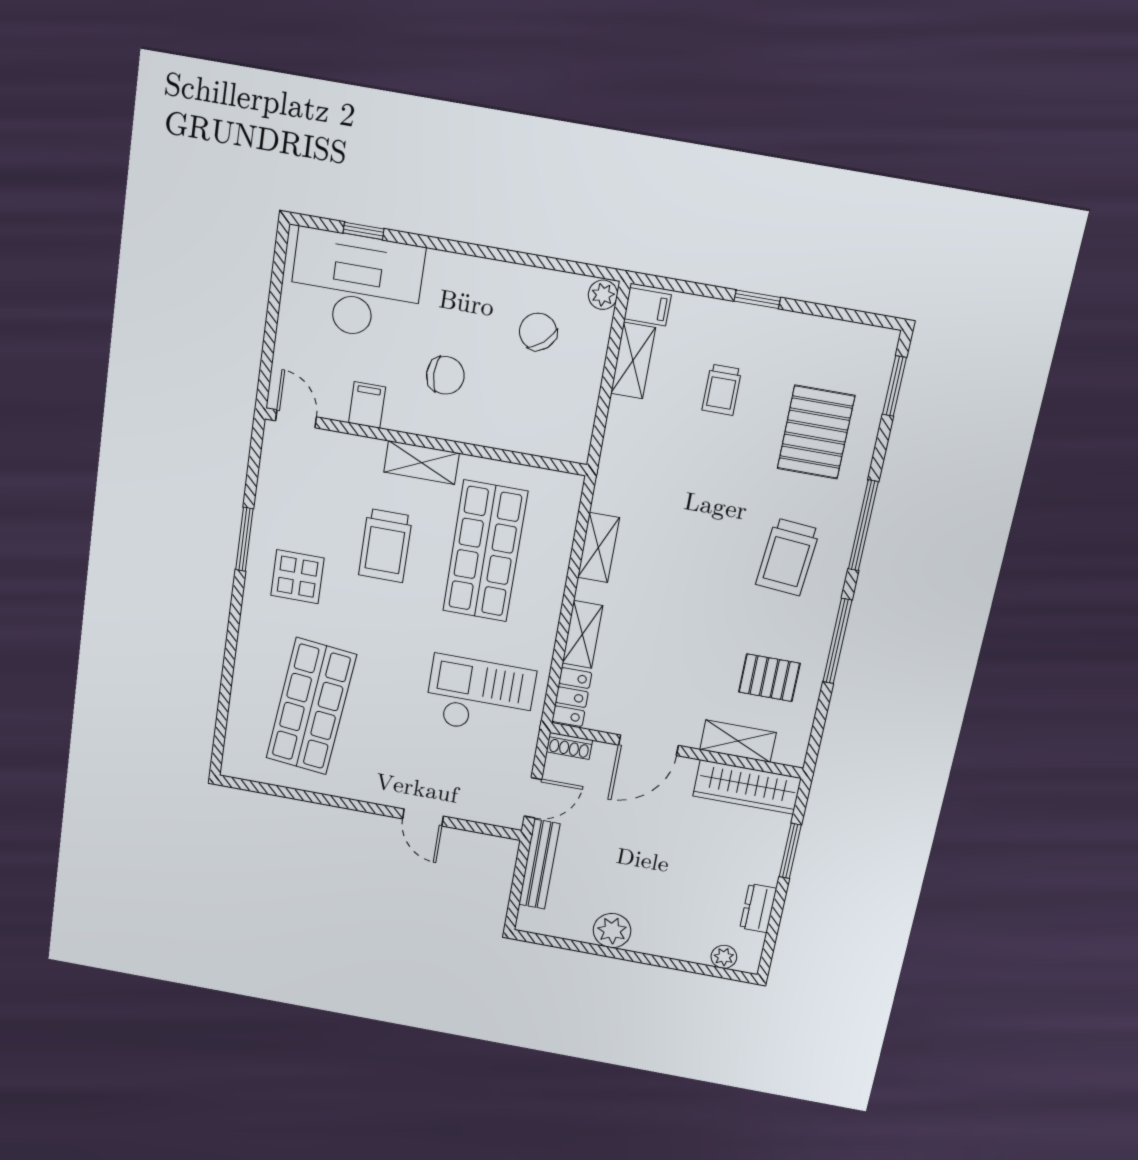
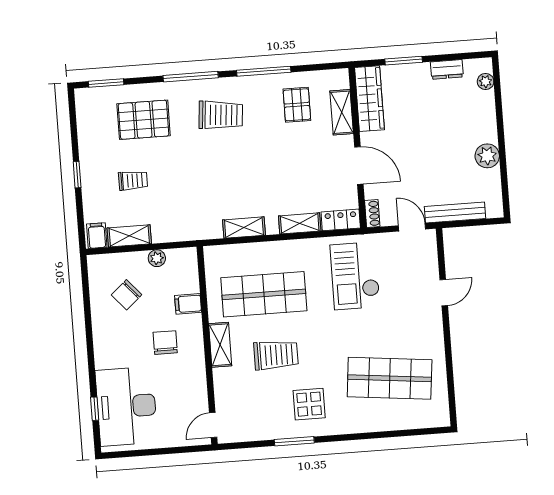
plant: (603, 295) -> (157, 258), moved
filing cabinet: (367, 405) -> (188, 304), moved

